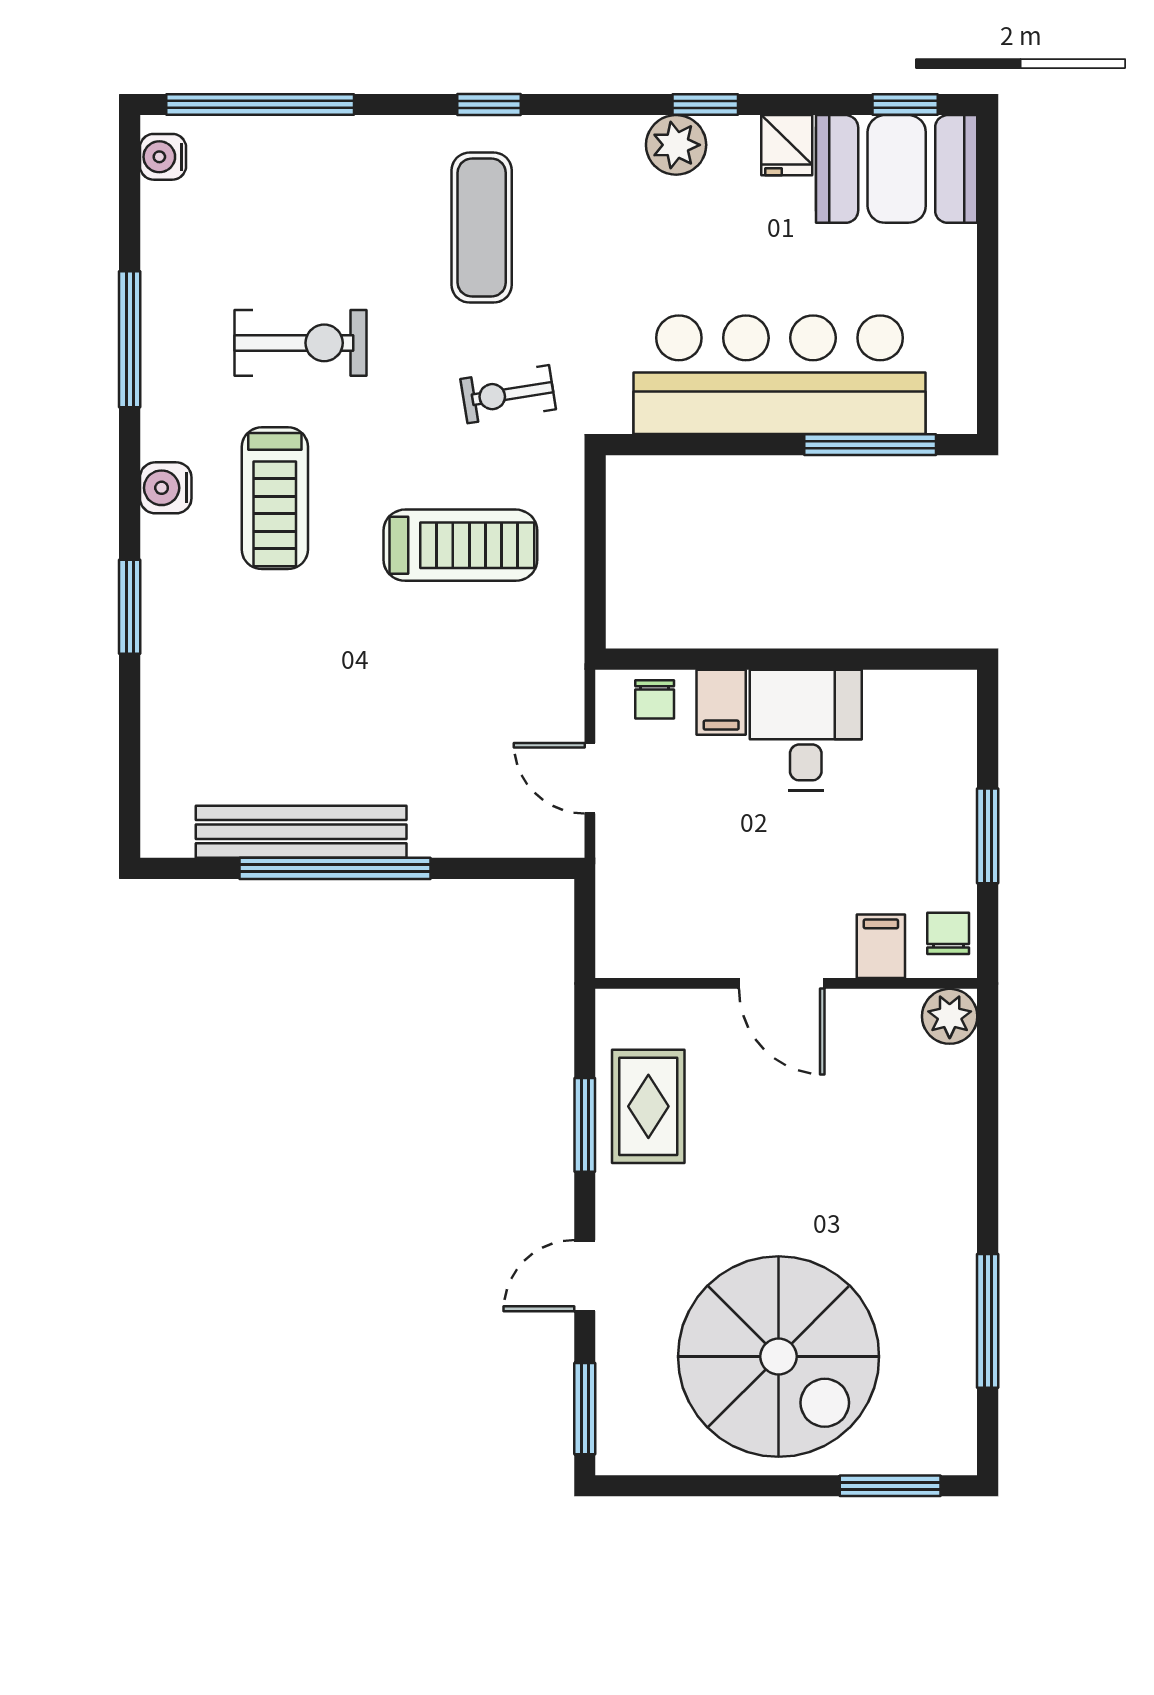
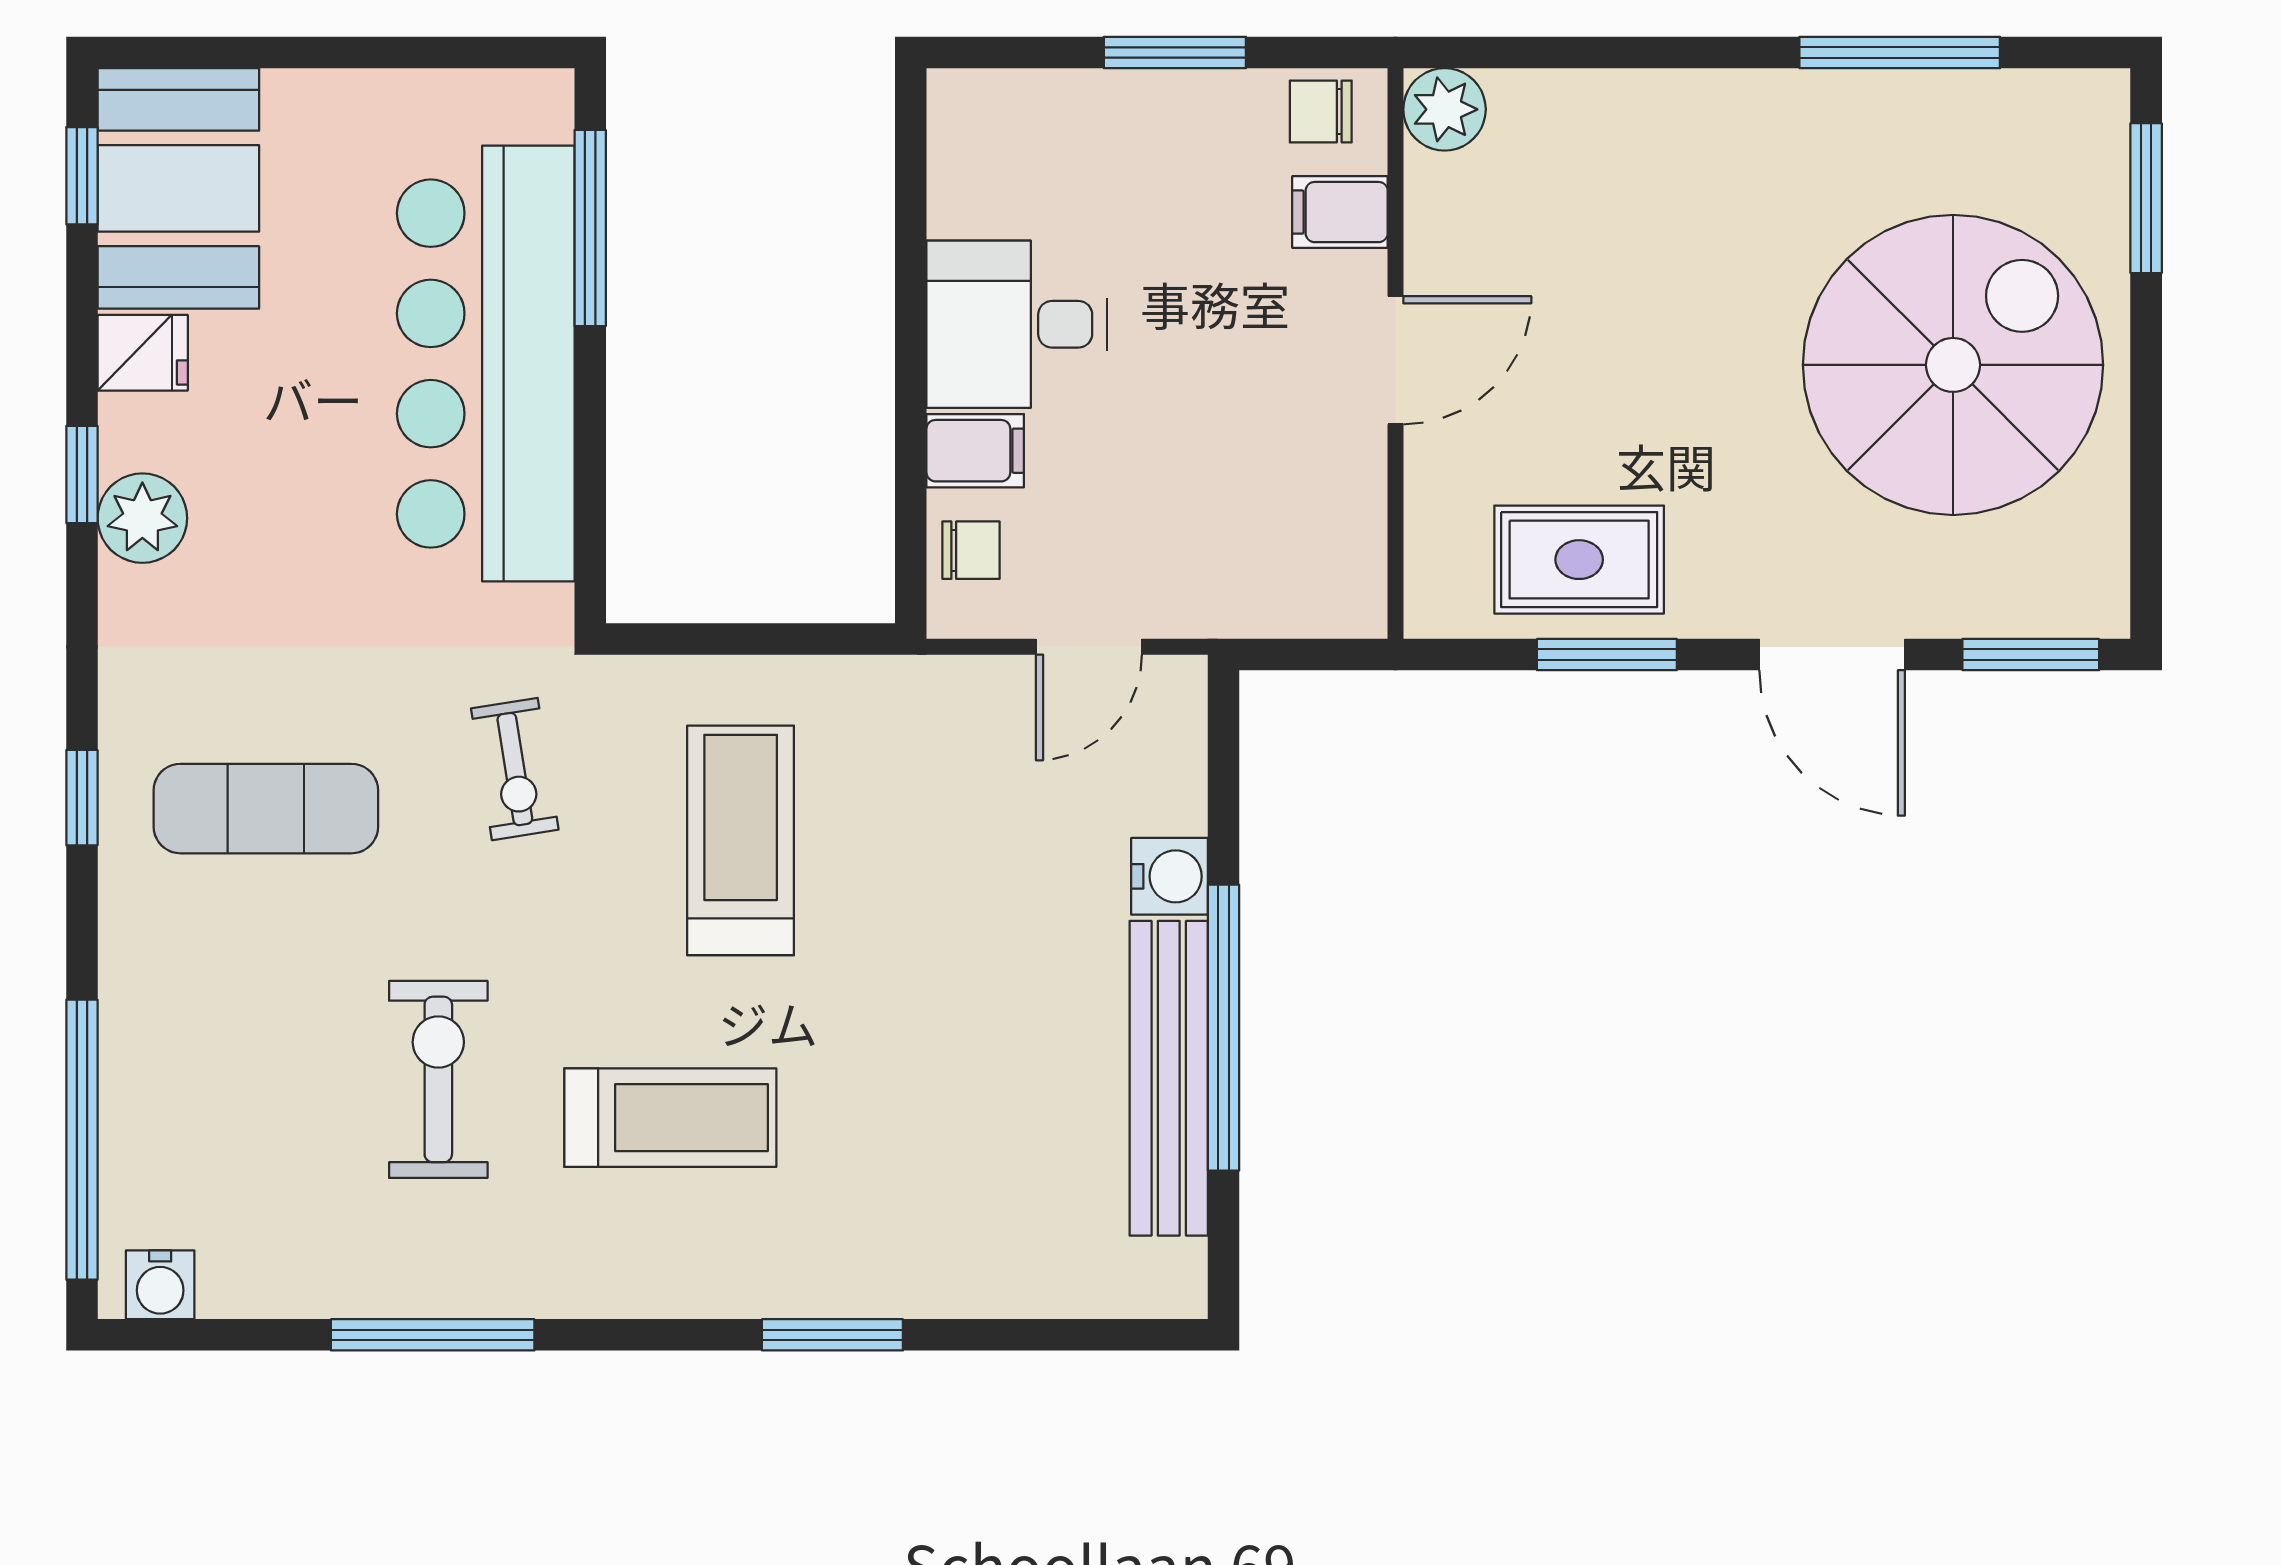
water cooler: (166, 488) -> (1170, 876), moved, turned -90
door: (585, 1276) -> (1832, 655), width x1.38

